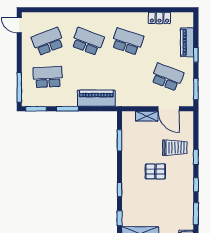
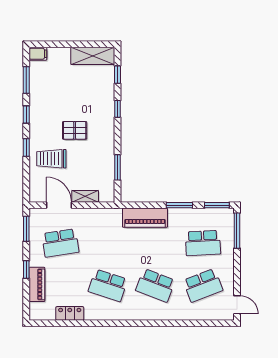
school desk: (167, 77) -> (60, 243), turned -30

